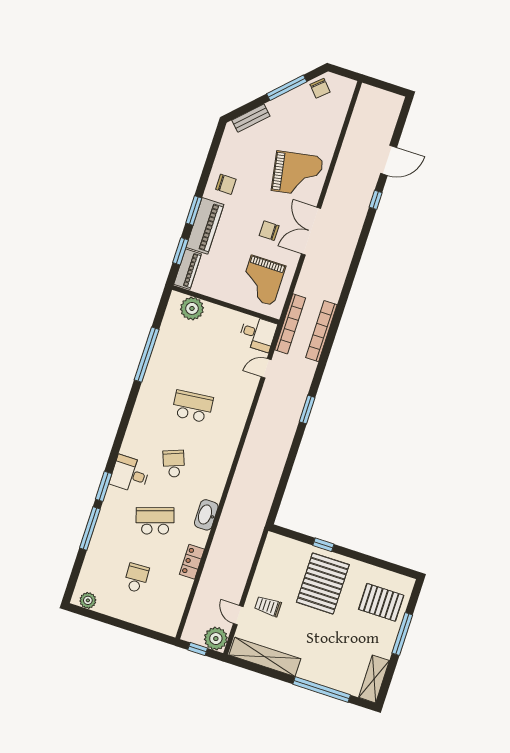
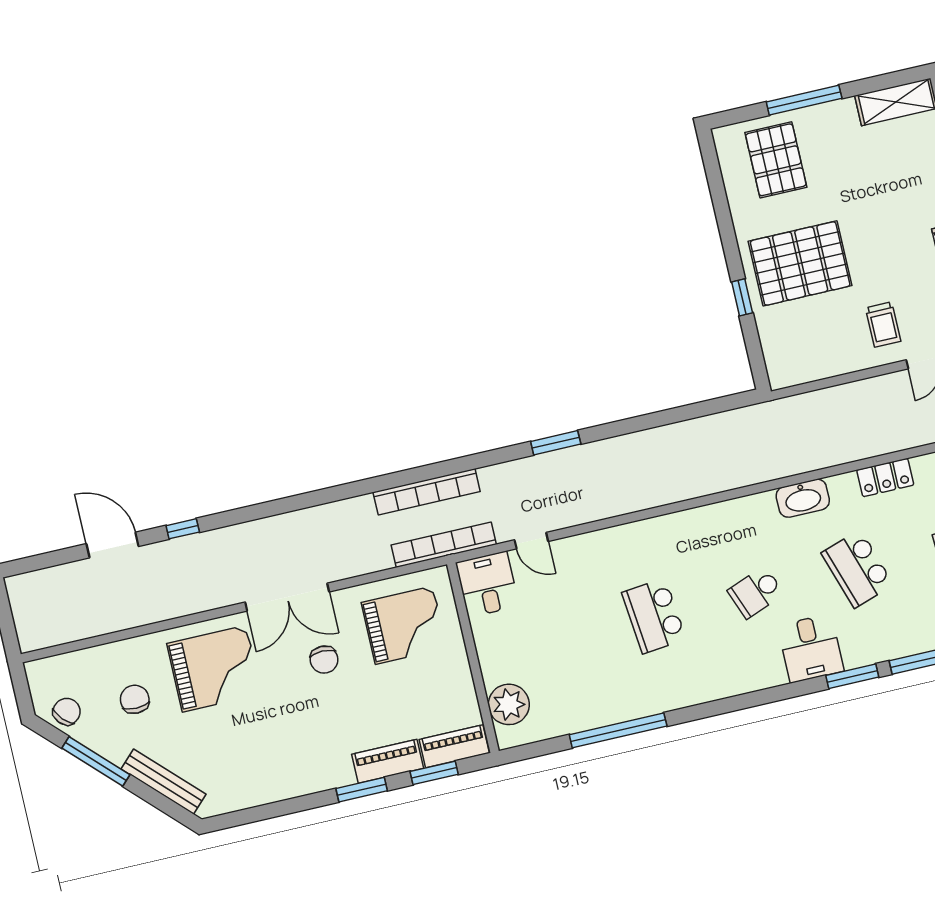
bench: (251, 118) -> (164, 782), width x1.36
grand piano: (297, 174) -> (214, 669), turned 100
chair: (226, 184) -> (135, 699), moved
piano: (205, 226) -> (388, 761), width x0.73, depth x0.75

